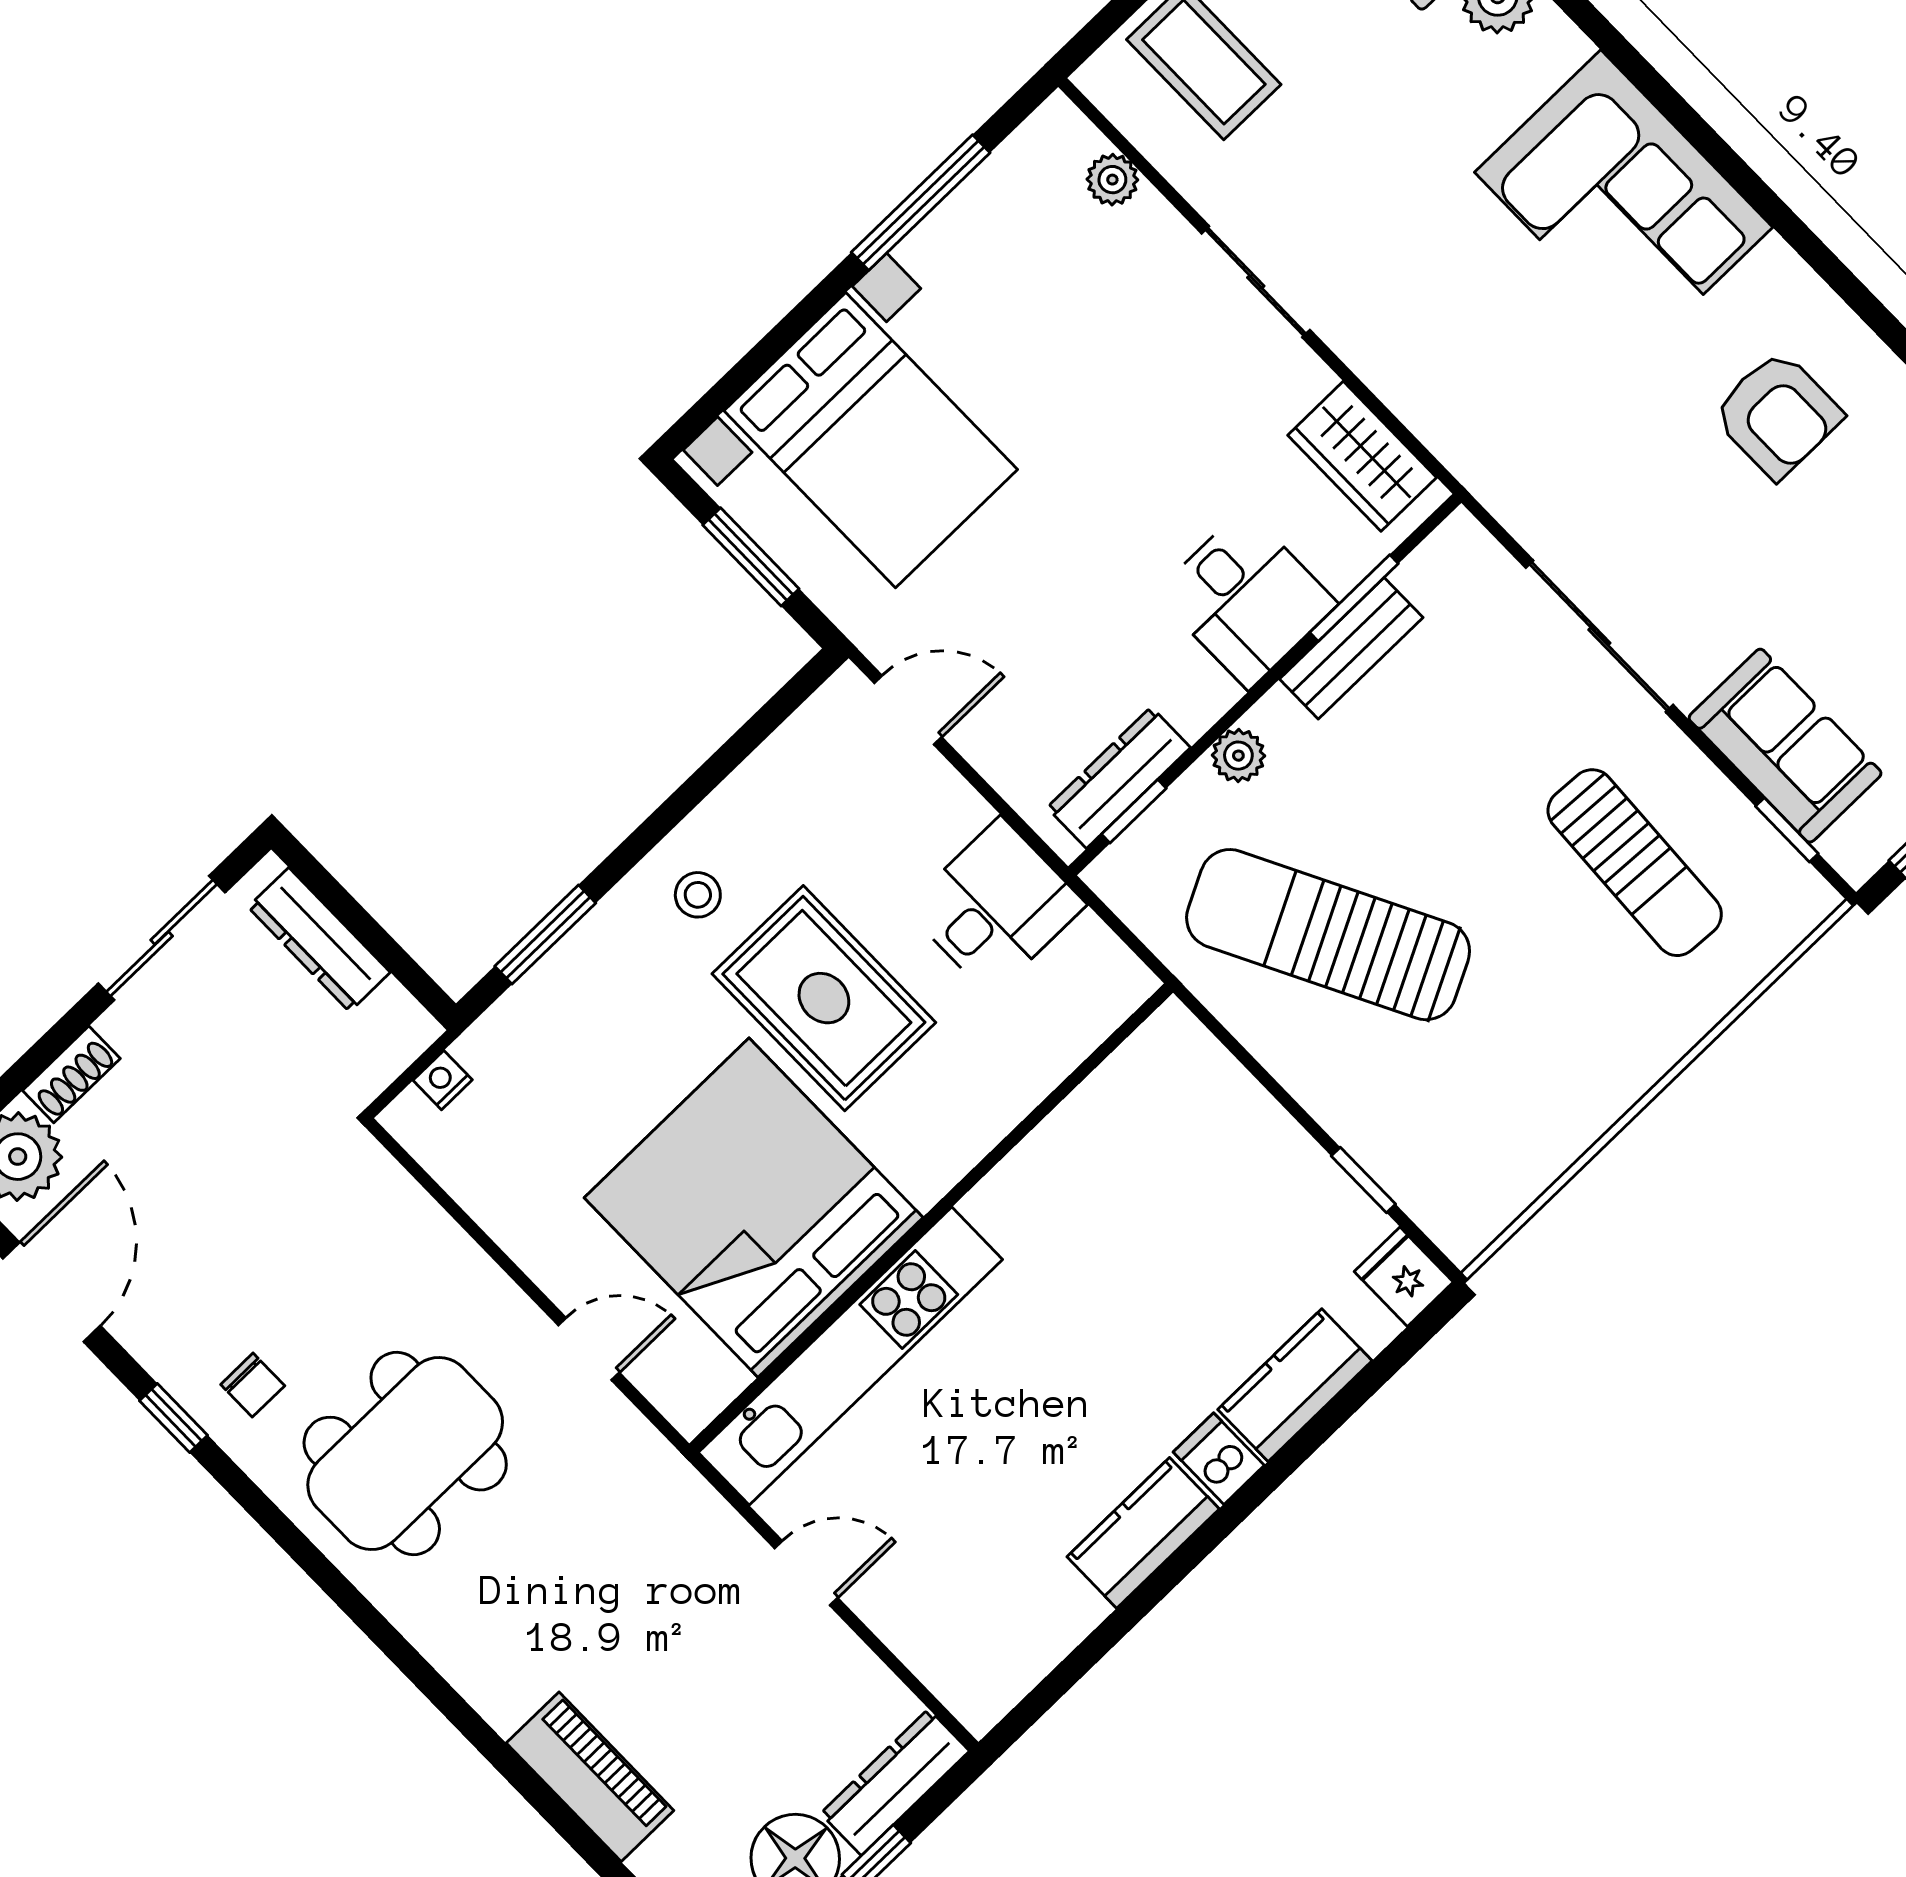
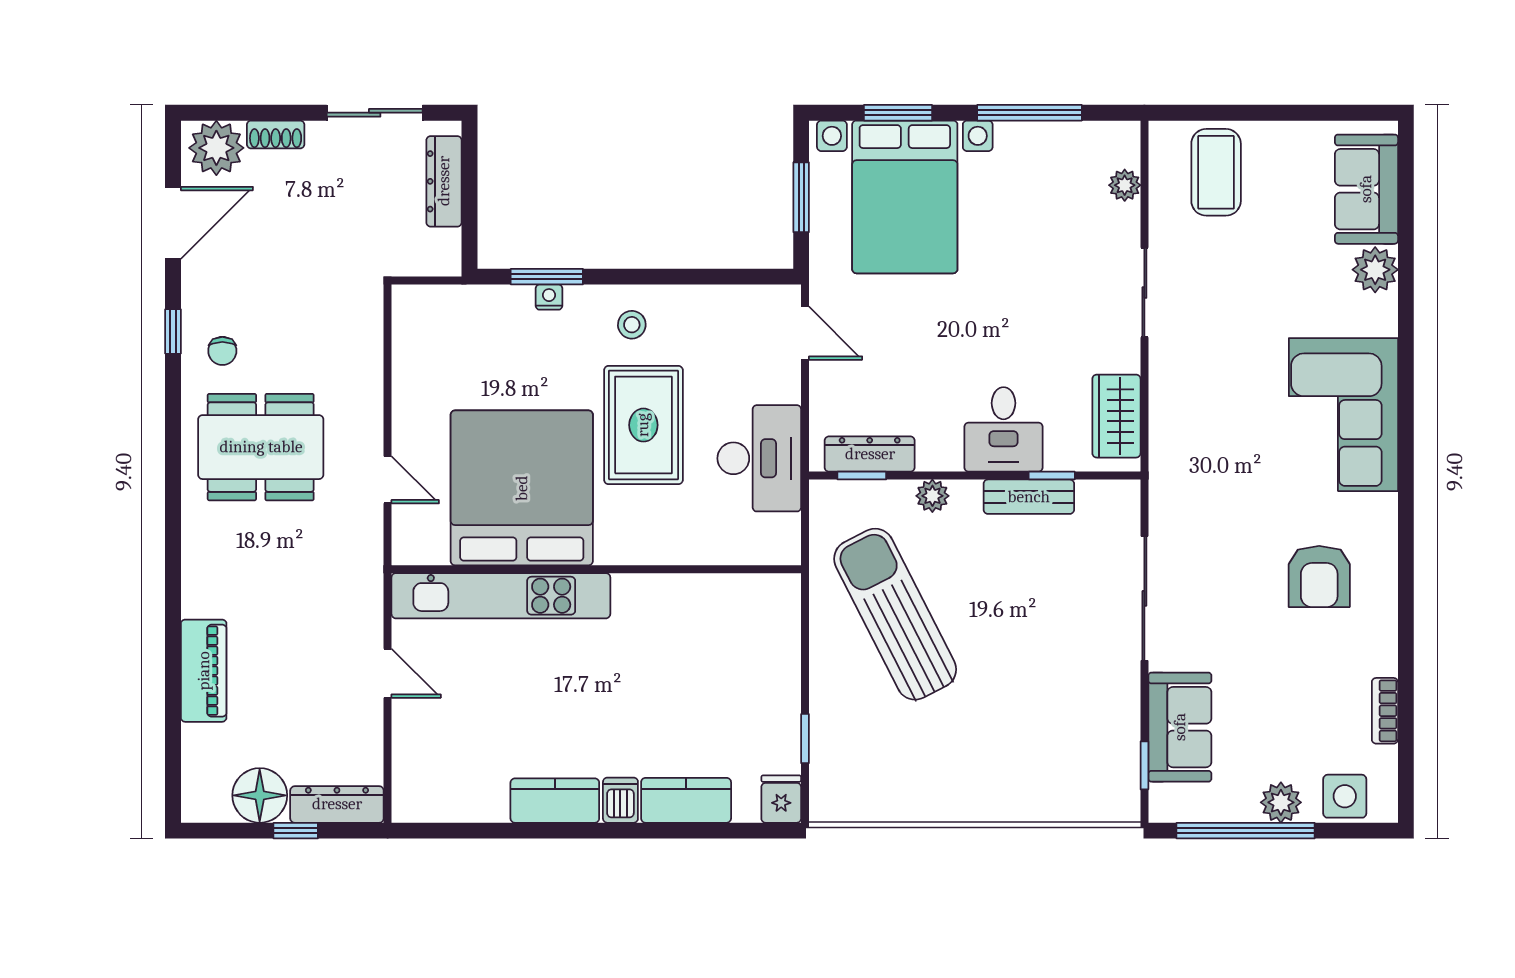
window: (768, 350) -> (898, 113), added
window: (1354, 598) -> (1052, 476), width x0.67
sun lounger: (1635, 863) -> (1063, 714), removed
desk: (996, 906) -> (759, 458), width x1.37
nightstand: (443, 1080) -> (549, 297), moved

